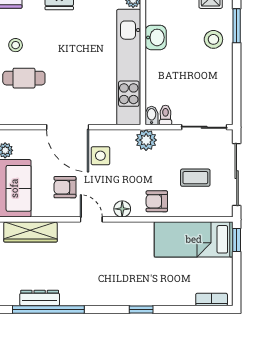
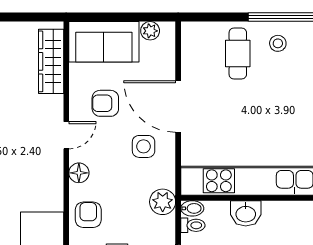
washbasin: (156, 37) -> (246, 213), moved
door: (68, 127) -> (178, 107), hinge flipped
armchair: (65, 187) -> (105, 103), turned -90

